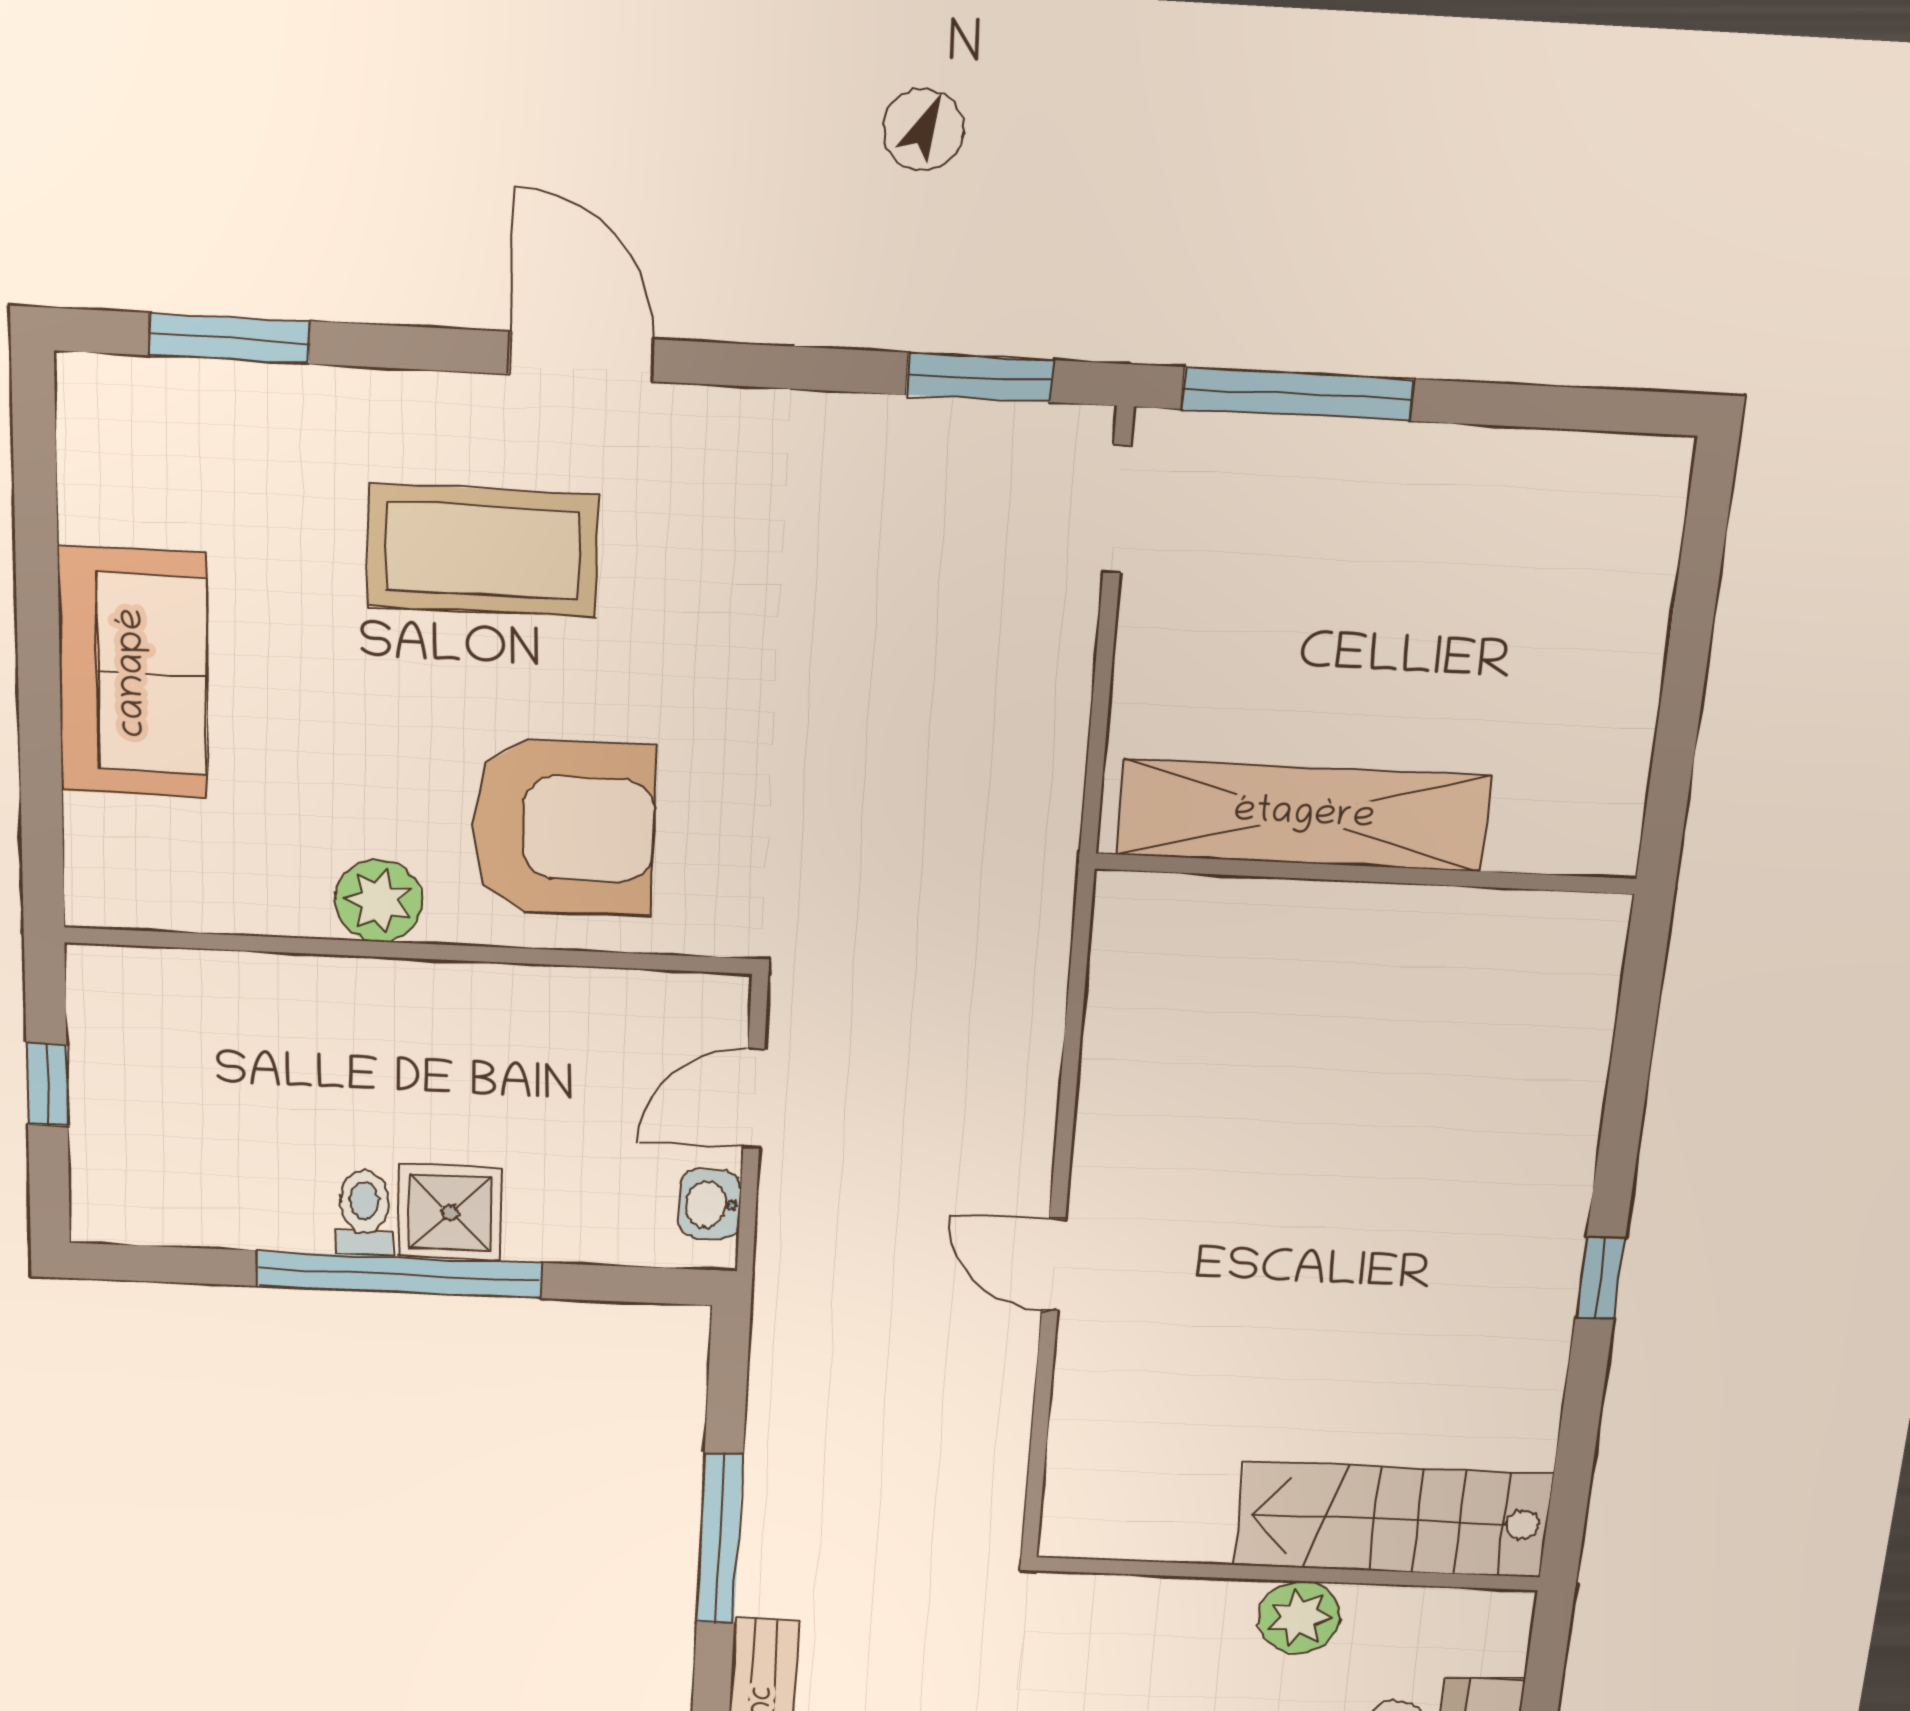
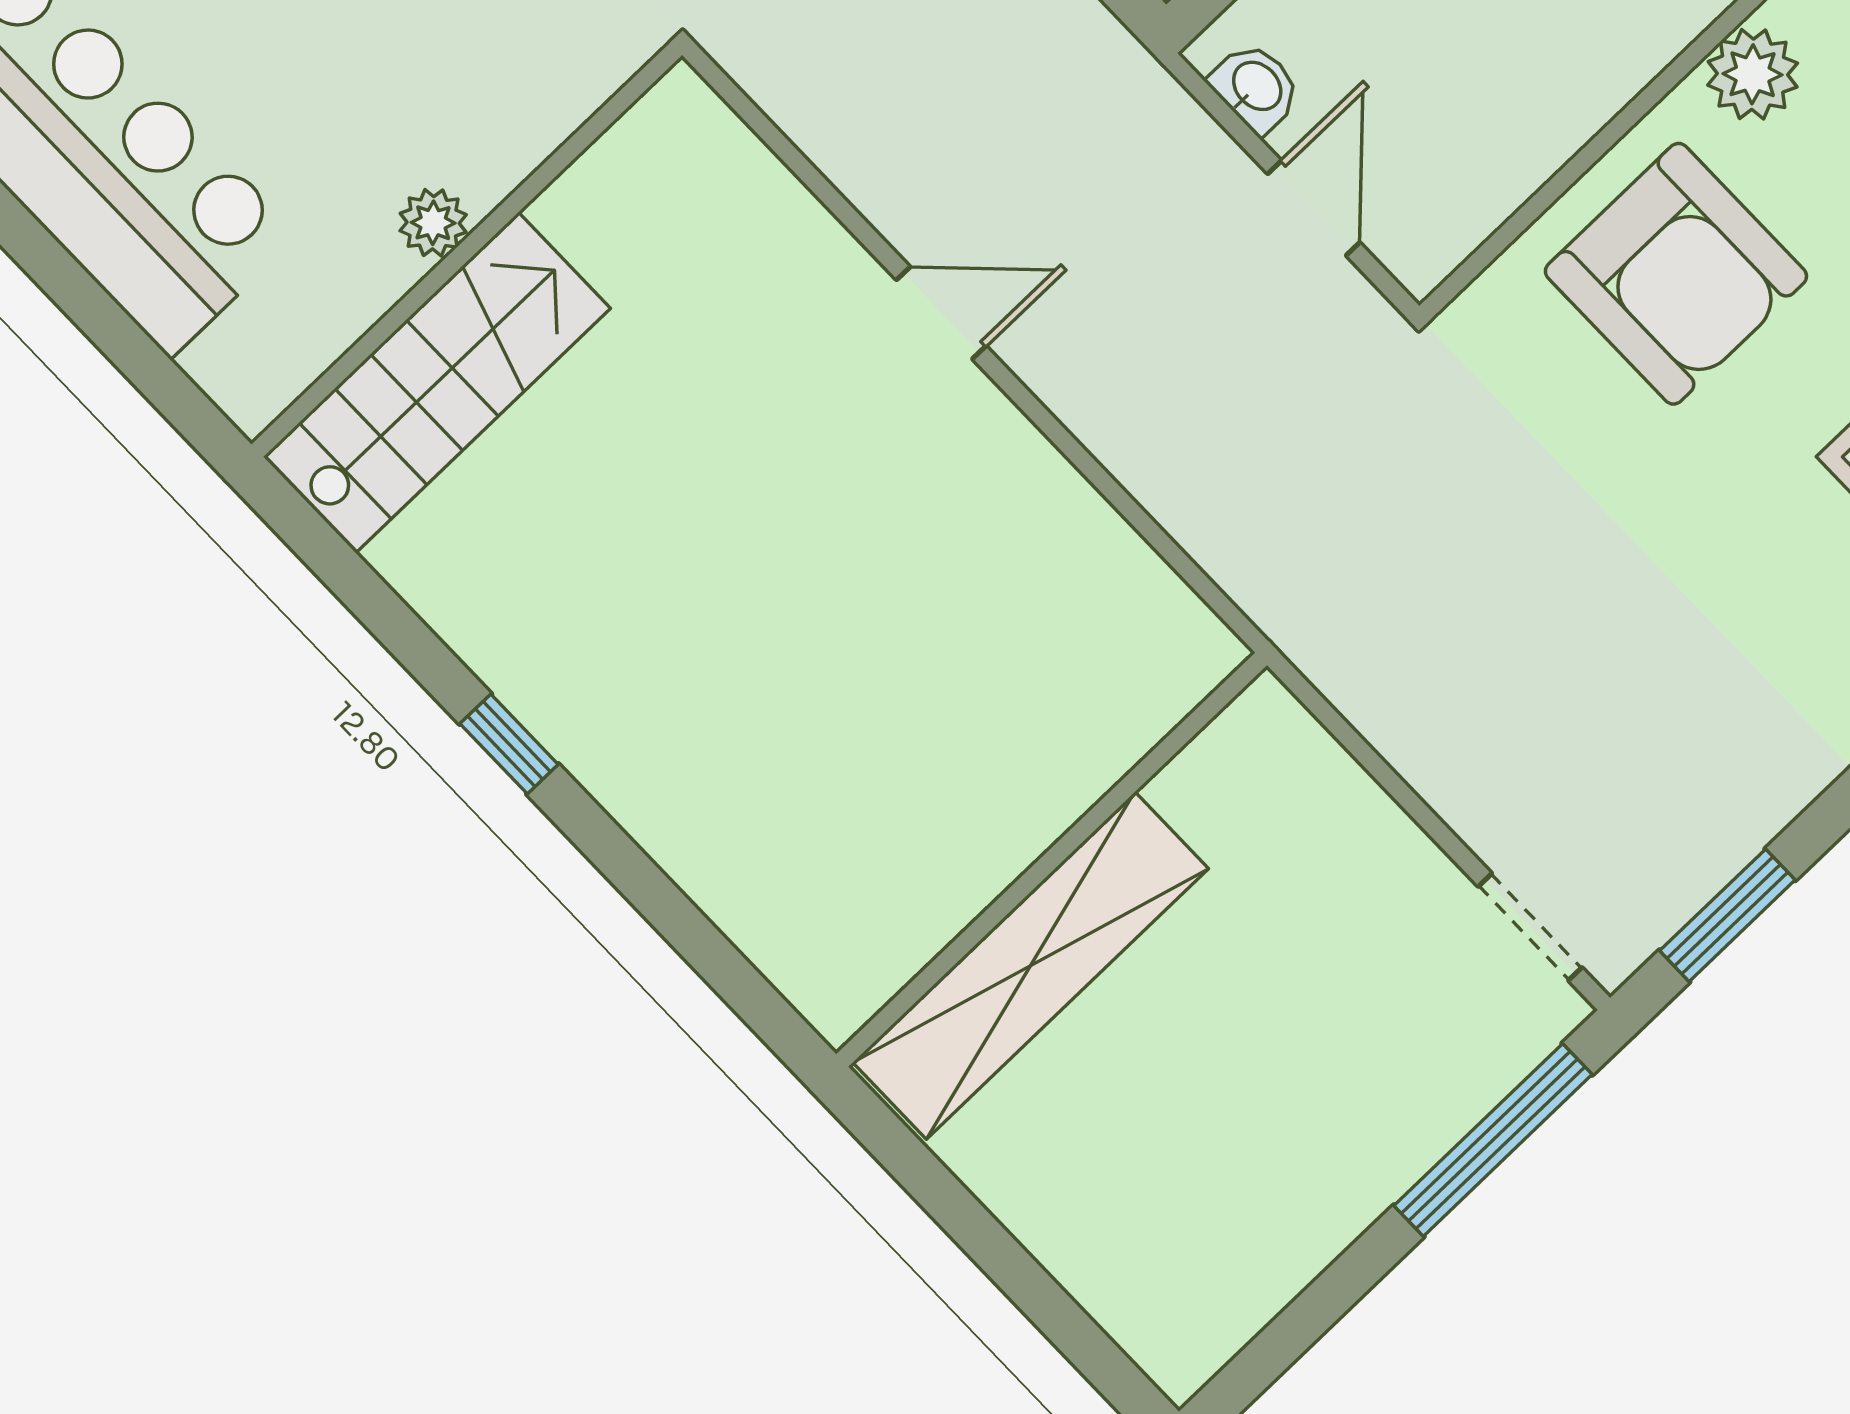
shelving: (1304, 815) -> (1031, 966), moved
armchair: (563, 828) -> (1676, 274), turned -90
plant: (1299, 1617) -> (433, 223), width x0.73, depth x0.73

